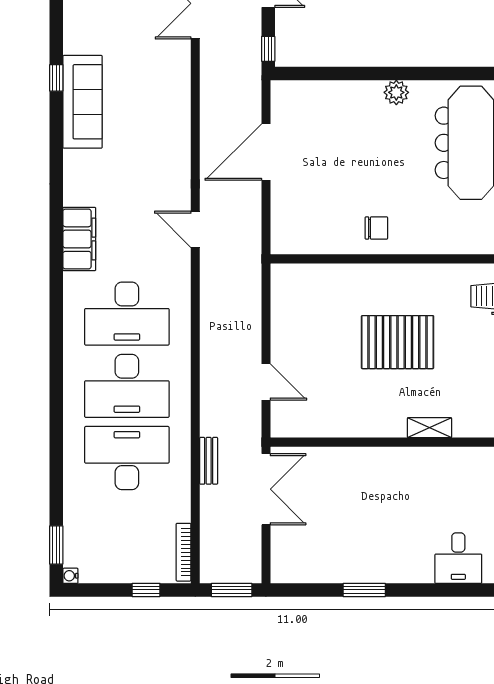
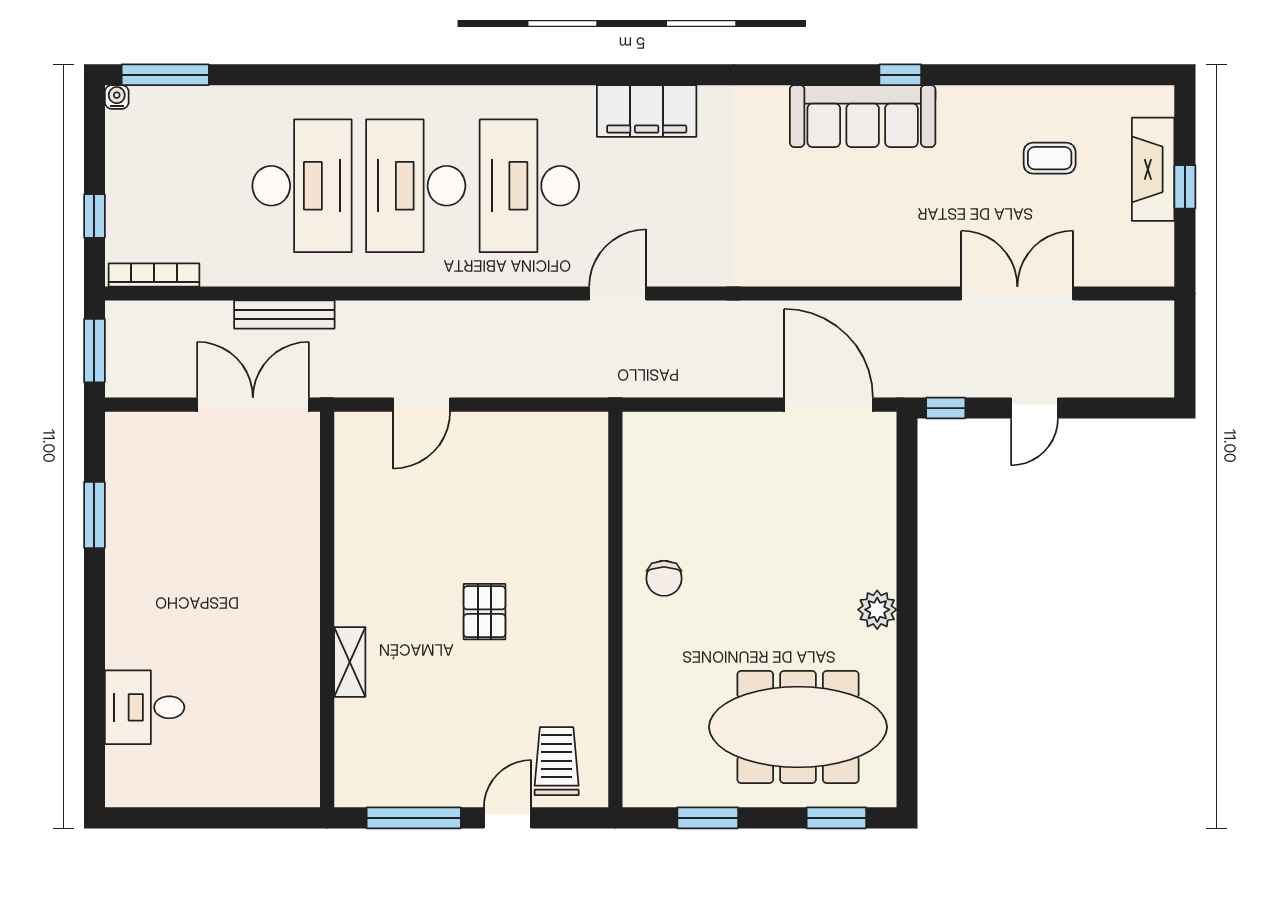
door: (266, 152) -> (829, 405), moved
door: (195, 229) -> (618, 293), moved
pallet: (398, 342) -> (485, 612), width x0.49, depth x0.50
bench: (209, 461) -> (284, 314), width x1.36
double door: (266, 489) -> (253, 405), swing flipped
window: (56, 545) -> (165, 75), width x1.44
window: (364, 590) -> (94, 515), moved

